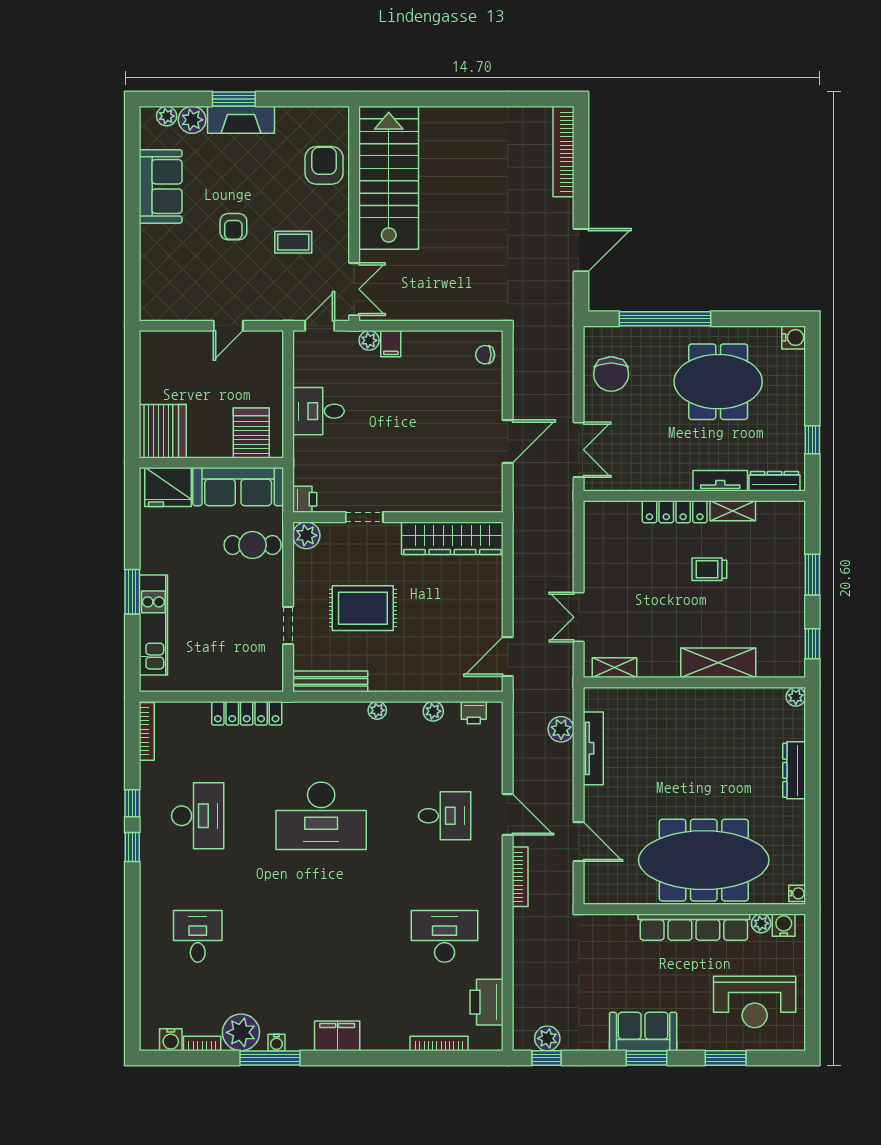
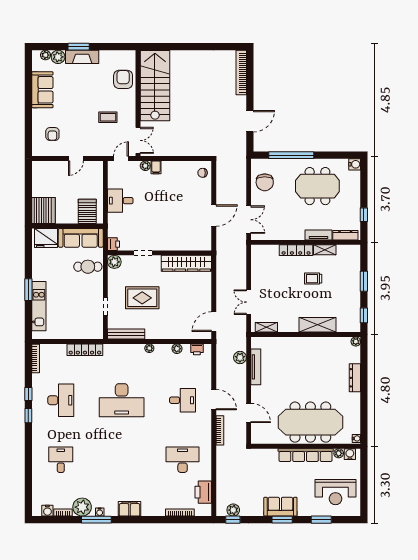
armchair: (233, 227) -> (52, 134), moved

